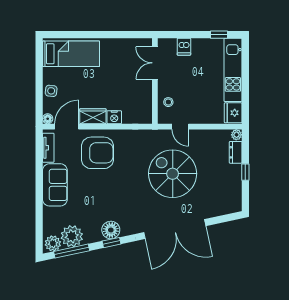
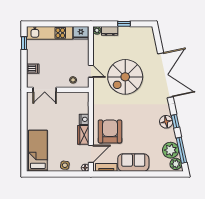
door: (67, 127) -> (91, 154), swing flipped
door: (180, 127) -> (91, 71), hinge flipped

